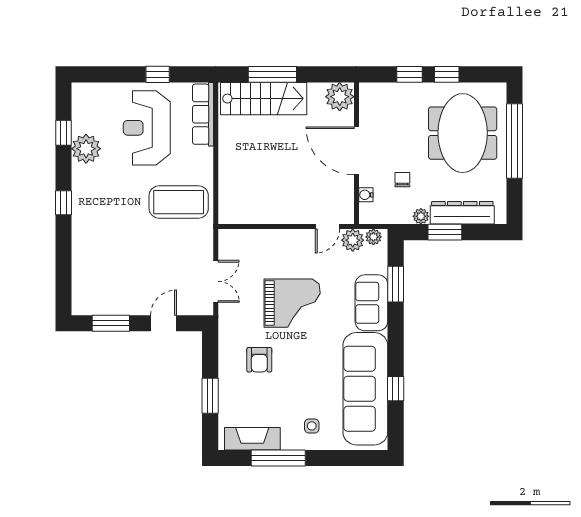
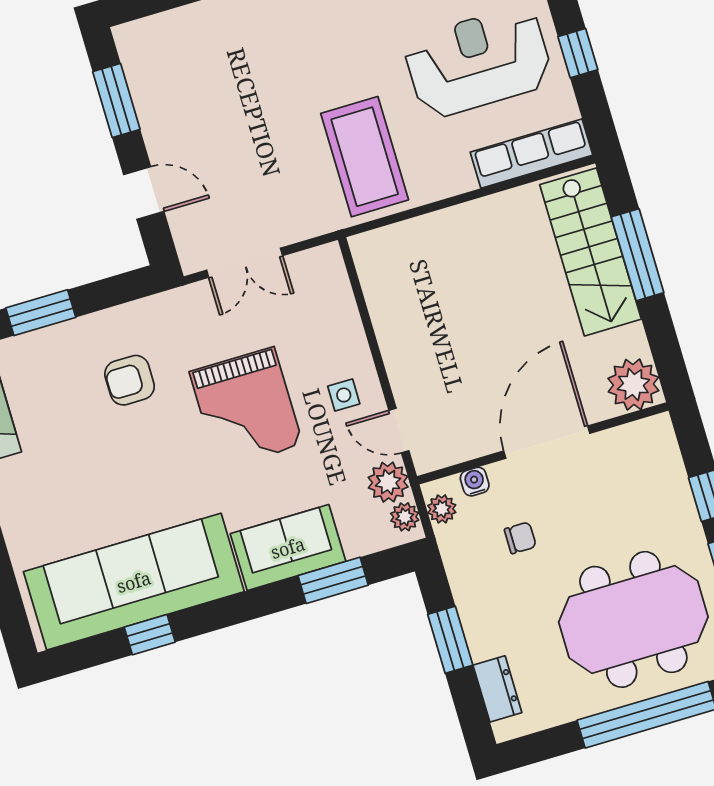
dresser: (462, 213) -> (497, 689), width x0.51, depth x0.80
plant: (421, 216) -> (442, 509), moved
side table: (312, 426) -> (344, 395), moved

